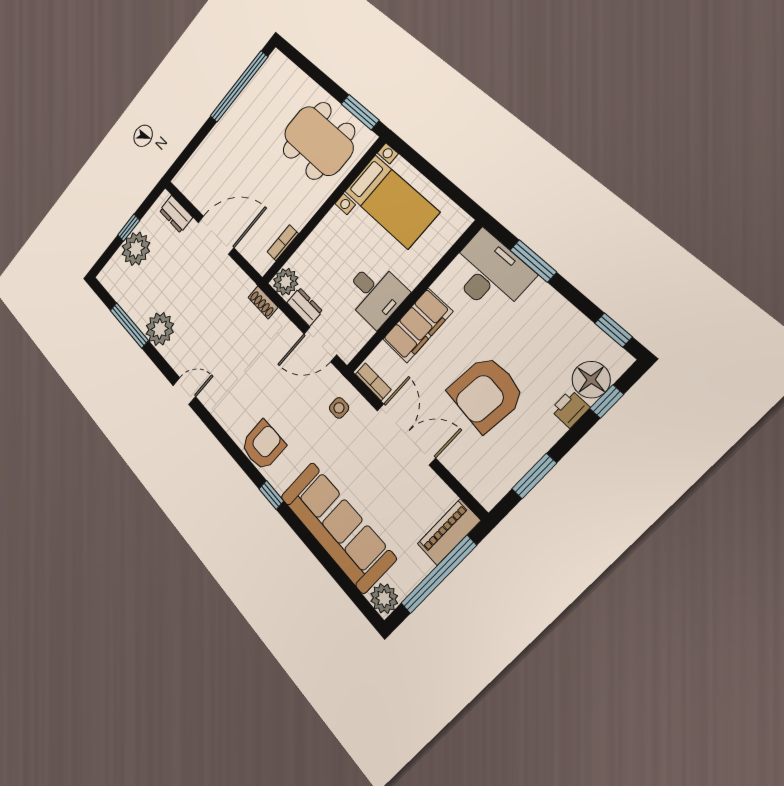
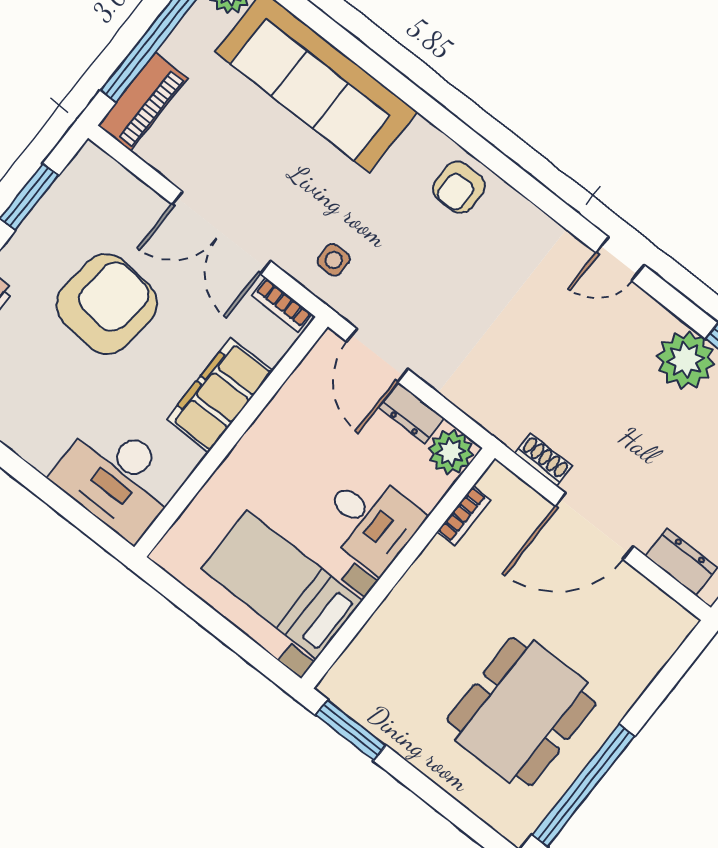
dining table: (319, 141) -> (521, 712), moved, turned 90
window: (533, 261) -> (56, 498), removed
desk: (375, 294) -> (371, 521), moved, turned 180
shoe rack: (263, 302) -> (543, 460), moved
door: (320, 344) -> (377, 355), swing flipped
armchair: (263, 445) -> (459, 187), width x0.72, depth x0.72
window: (271, 495) -> (434, 113), removed

